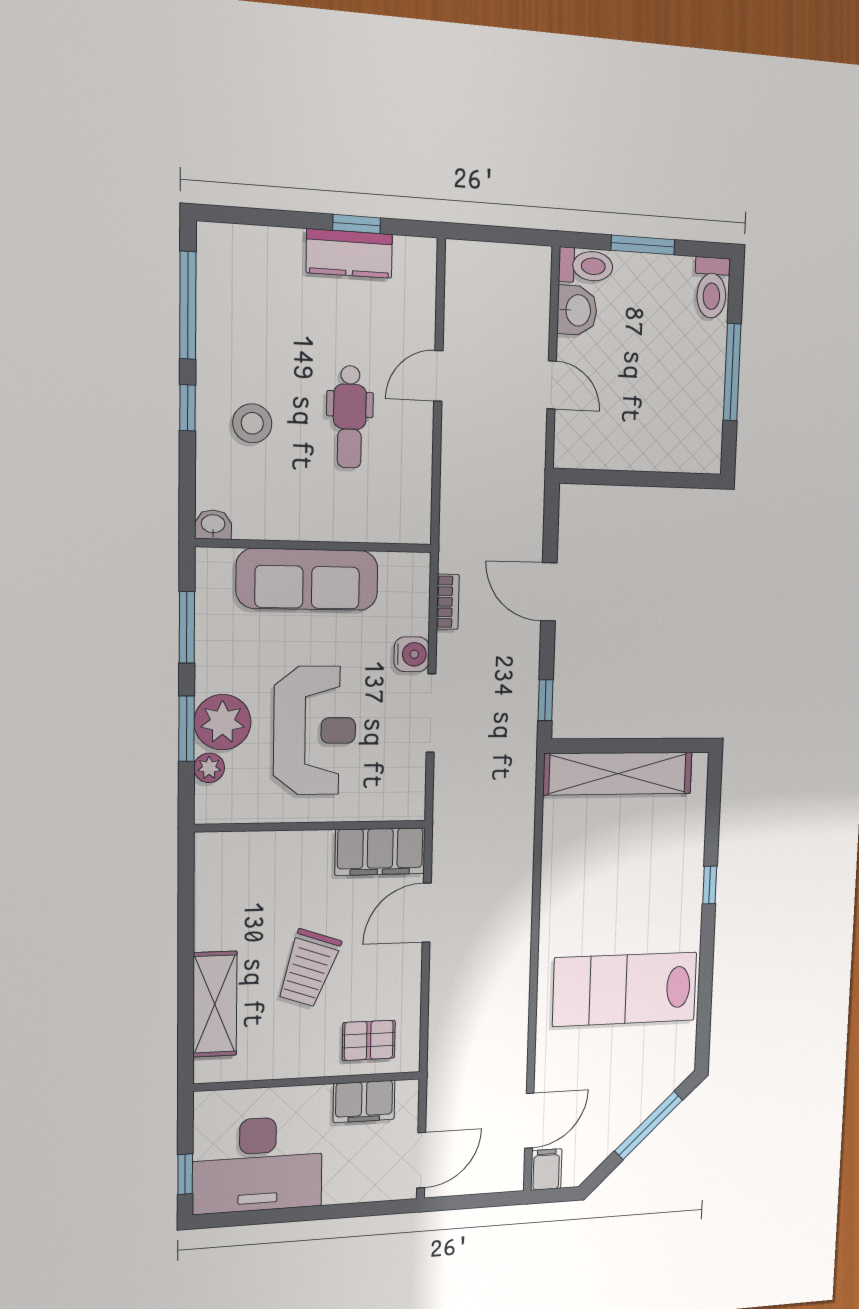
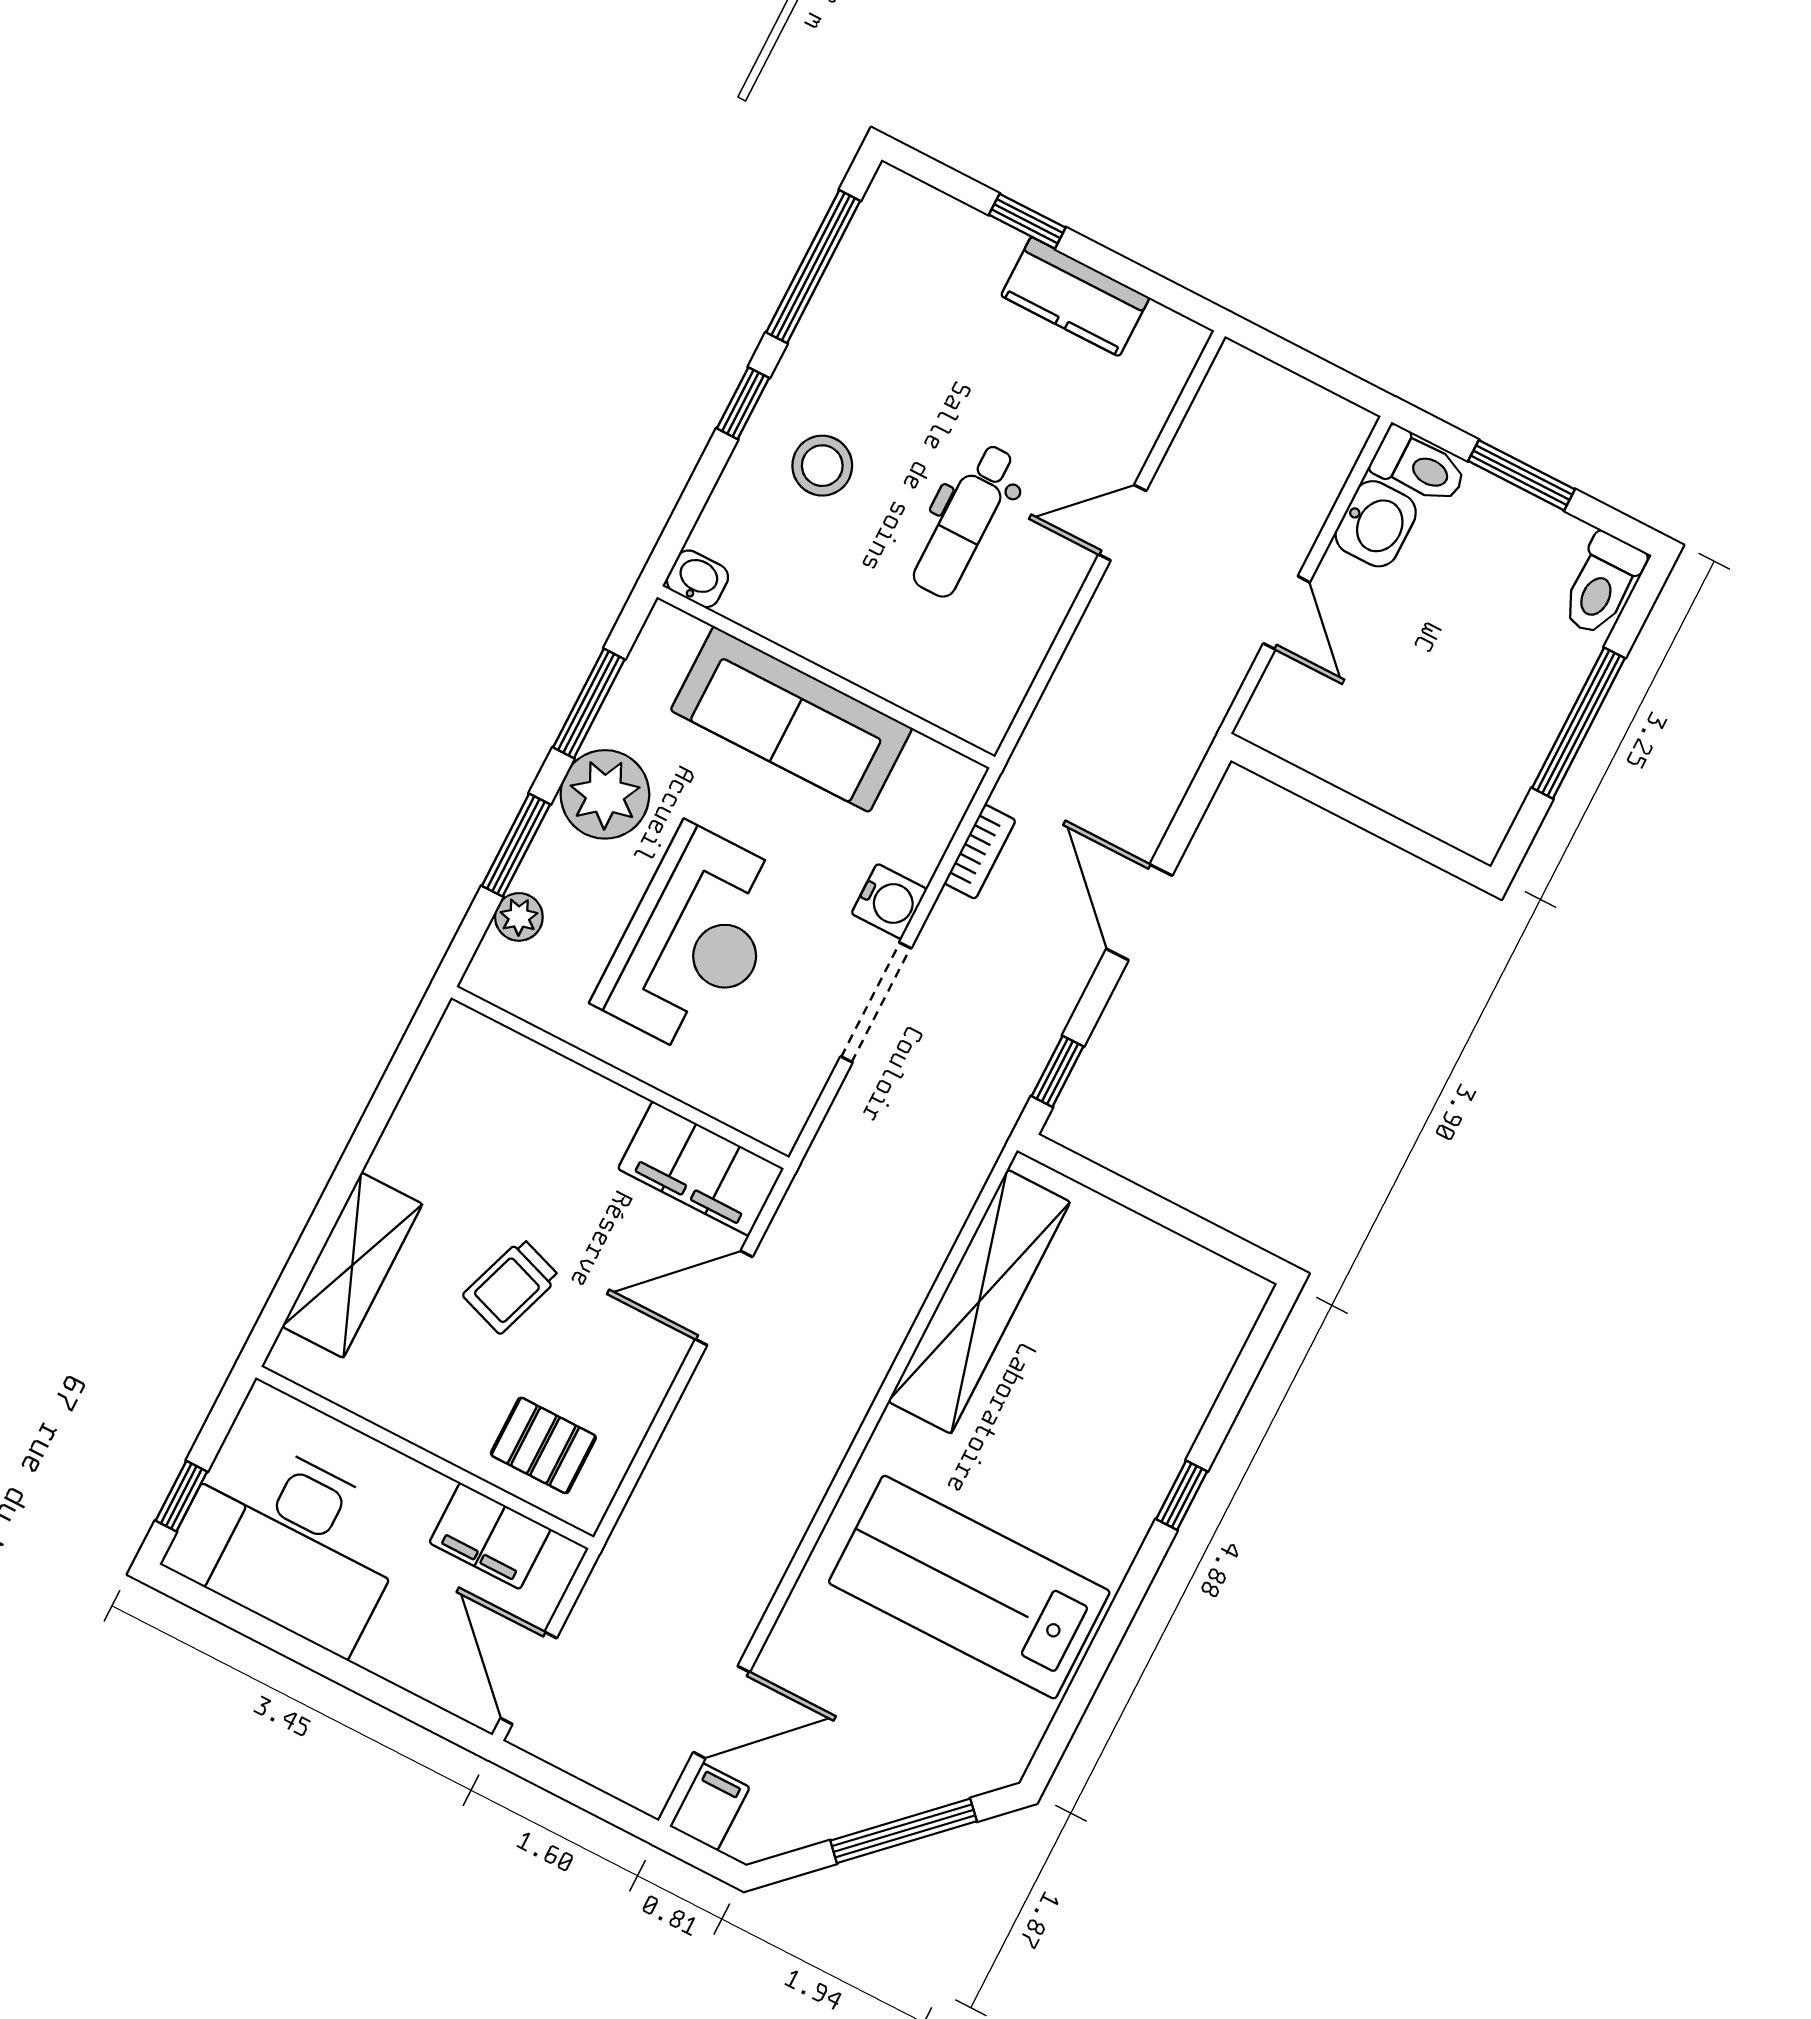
window: (357, 224) -> (1027, 221), moved
plant: (223, 722) -> (605, 794), moved
shelving: (618, 774) -> (979, 1302), moved, turned 90
trolley: (309, 968) -> (511, 1286), width x0.73, depth x0.72
door: (421, 1160) -> (529, 1678), swing flipped

